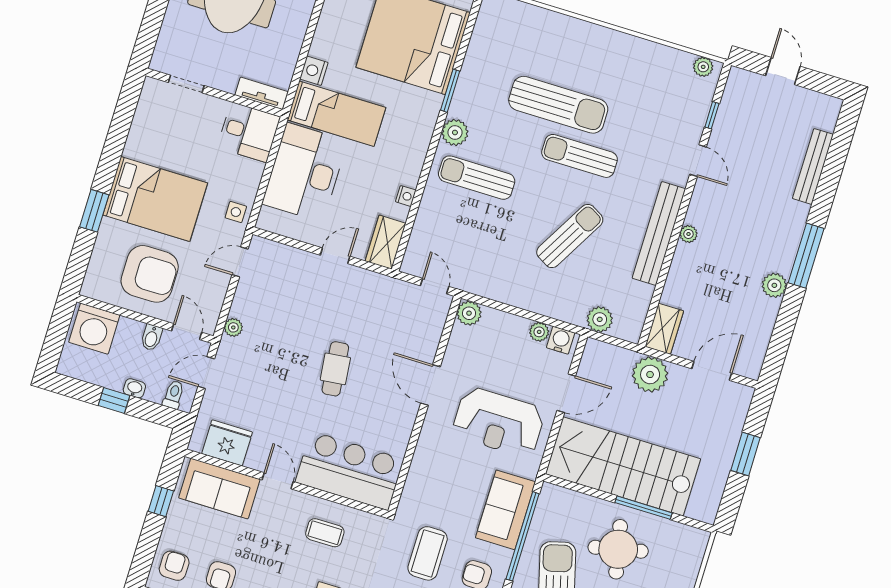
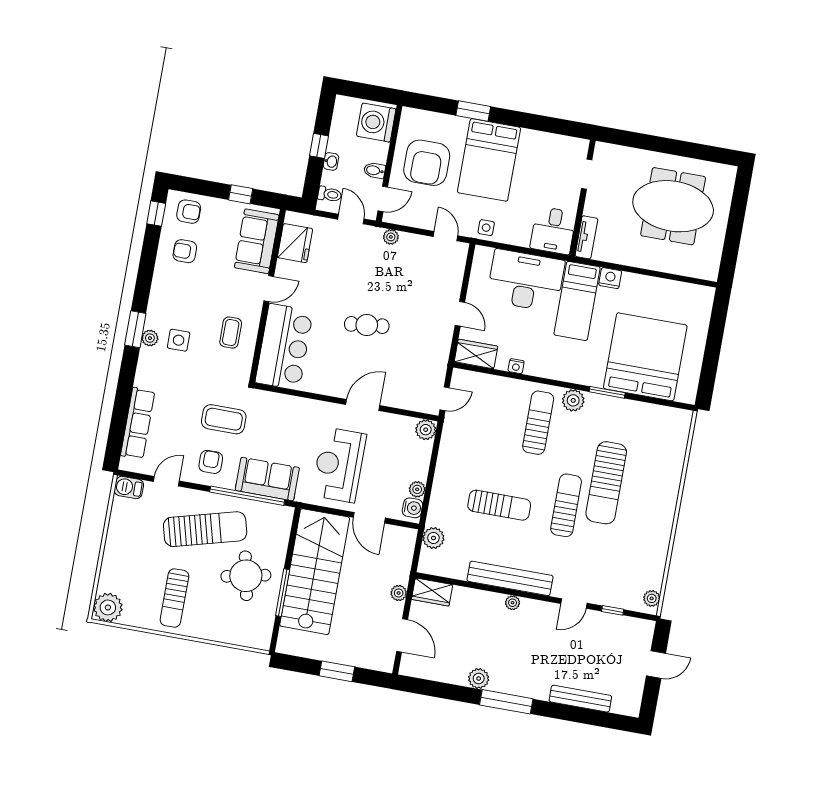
sun lounger: (570, 236) -> (499, 505), turned -30
plant: (650, 374) -> (399, 593), width x0.53, depth x0.53

